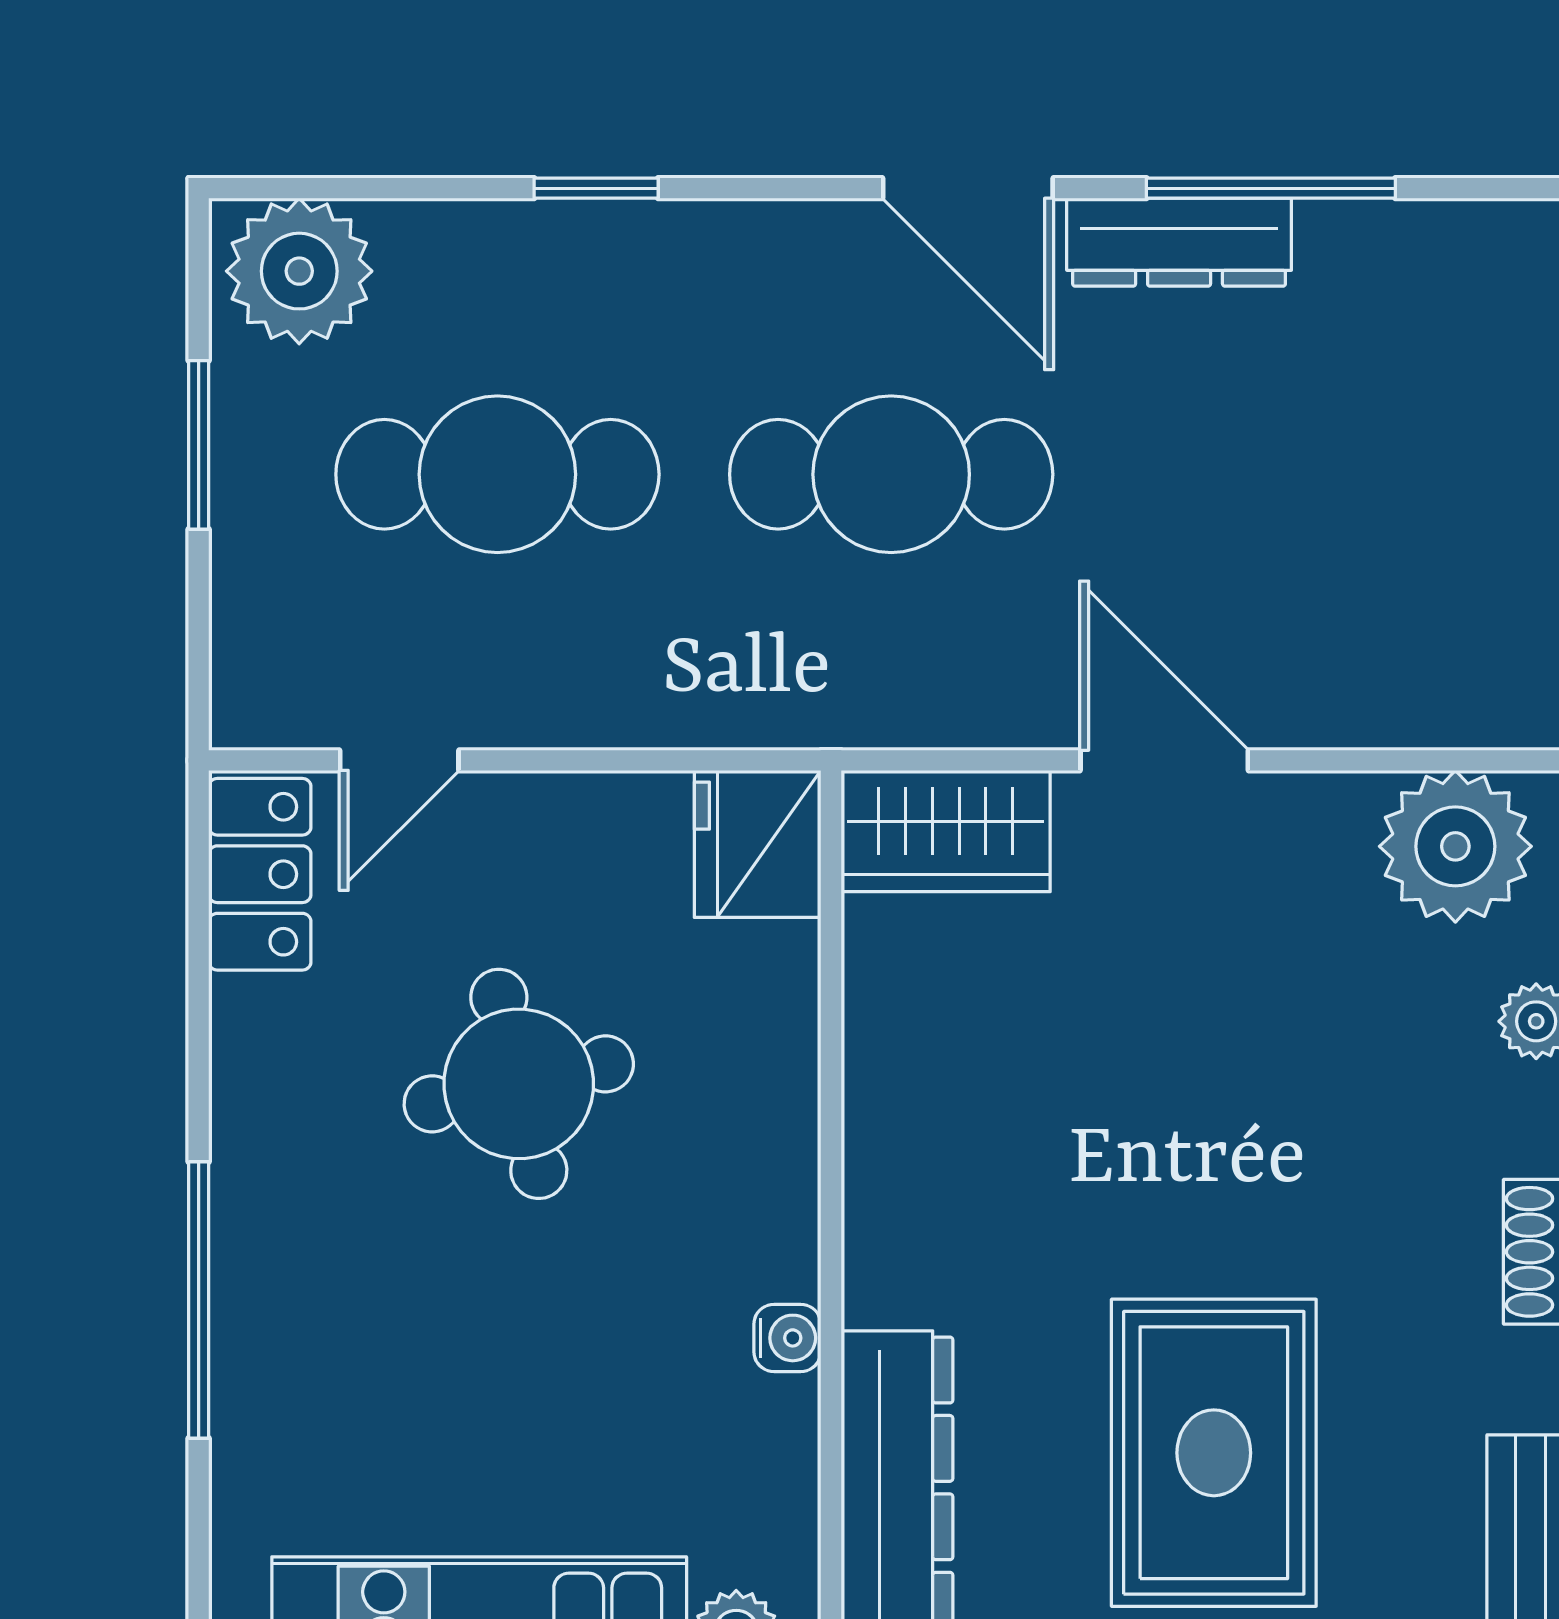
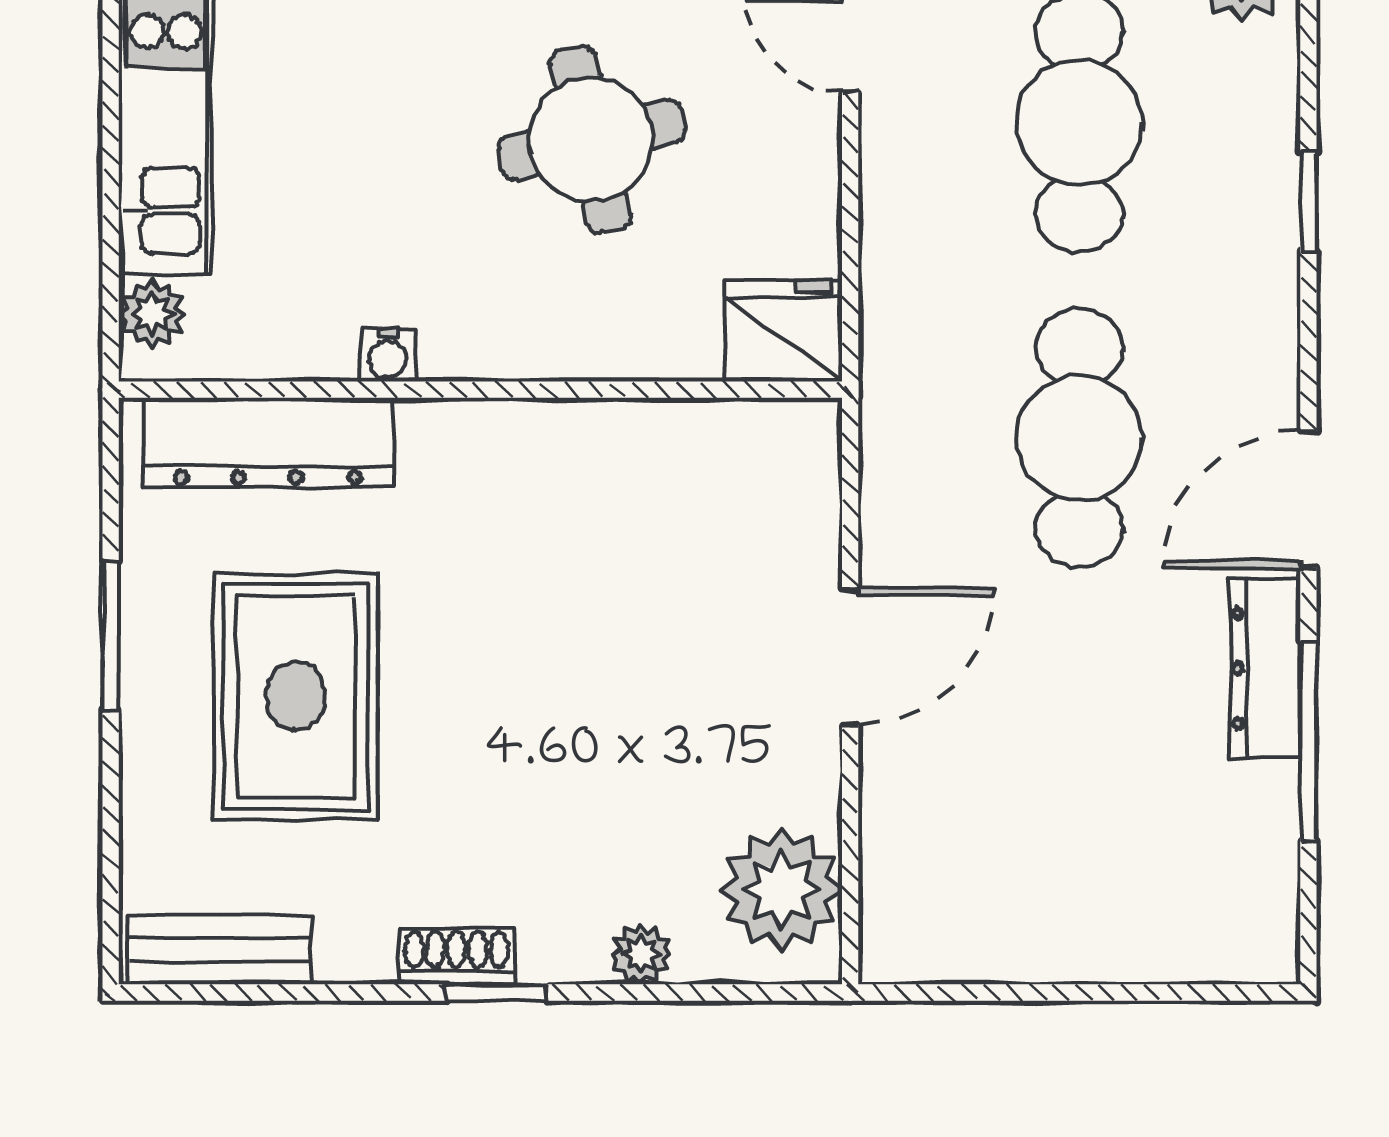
wardrobe: (946, 831) -> (794, 481), removed
rug: (1214, 1453) -> (296, 696), turned 90

